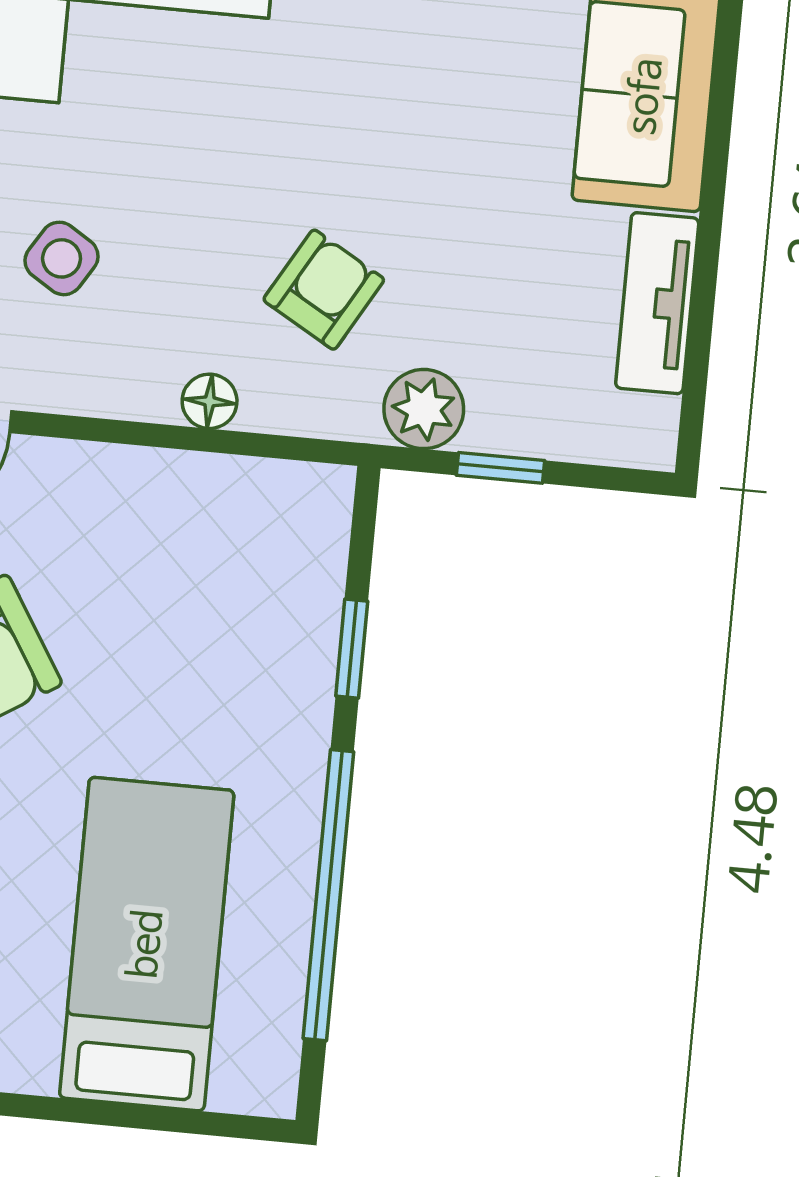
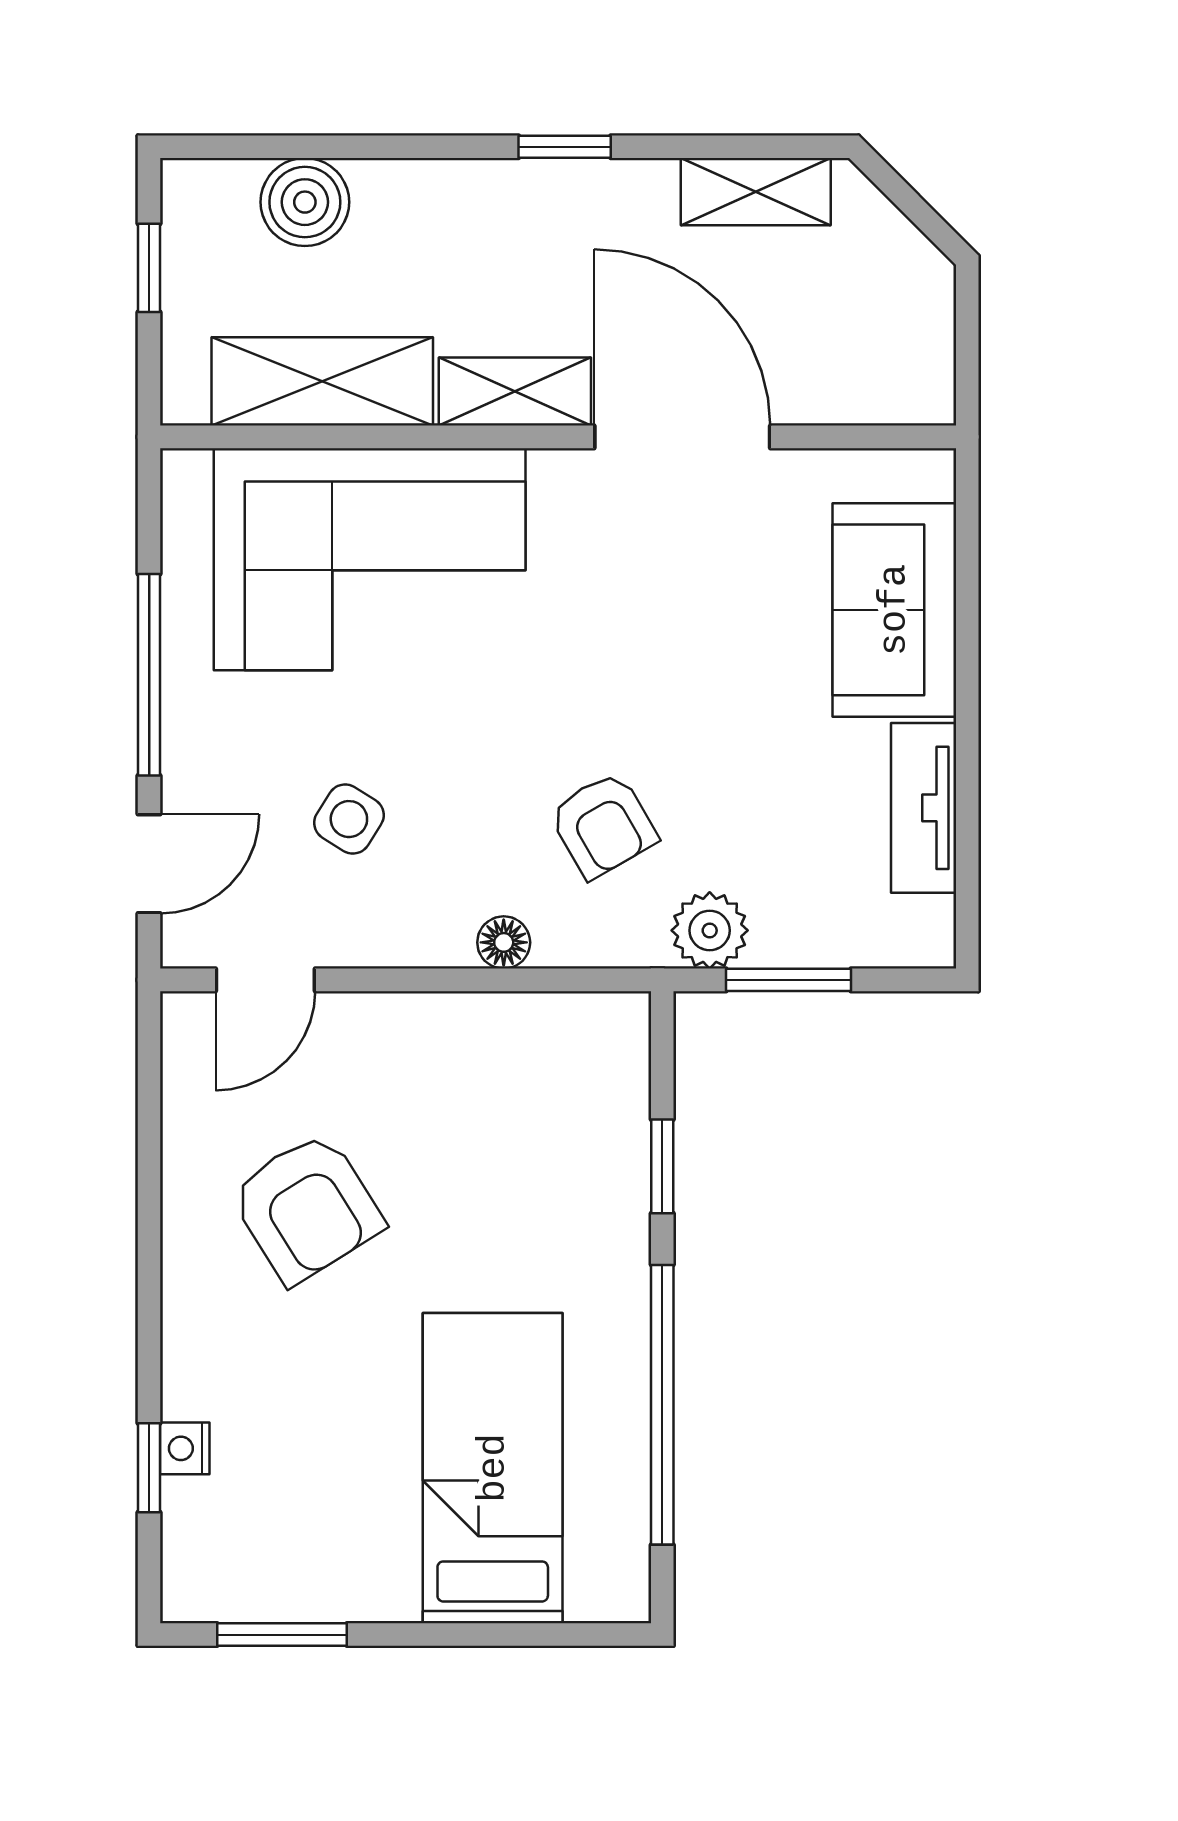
armchair: (324, 290) -> (603, 825), turned 120
window: (500, 468) -> (789, 980), width x1.50

